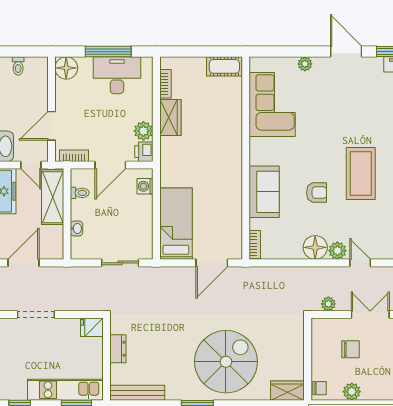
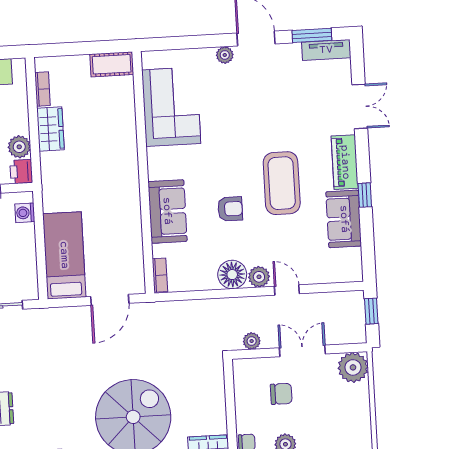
plant: (305, 64) -> (225, 55), moved

